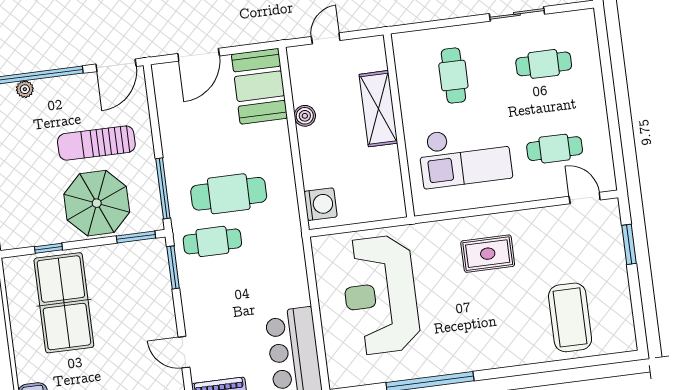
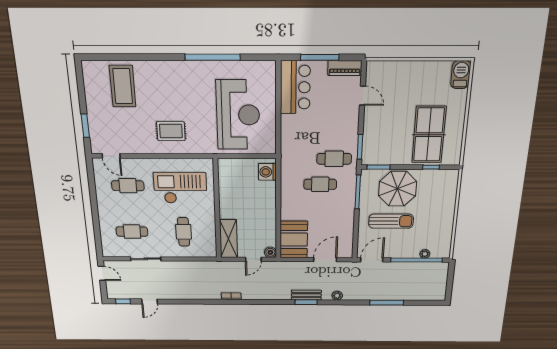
shelving: (378, 109) -> (229, 239), moved
boiler: (305, 116) -> (270, 252), moved
cafe table: (229, 194) -> (320, 184), width x0.73, depth x0.74

